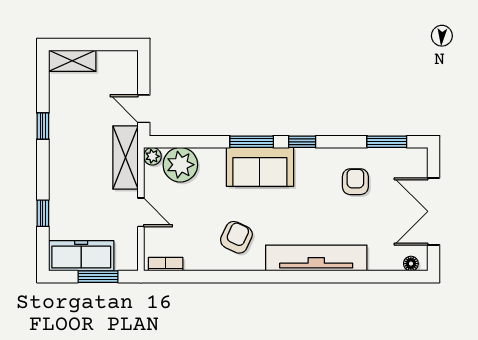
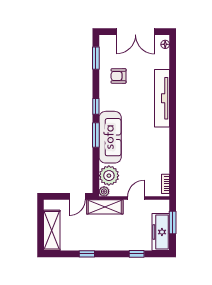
shelving: (72, 61) -> (52, 230), width x1.50, depth x1.33
sofa: (260, 167) -> (110, 137), width x1.36
armchair: (236, 237) -> (150, 144), removed

